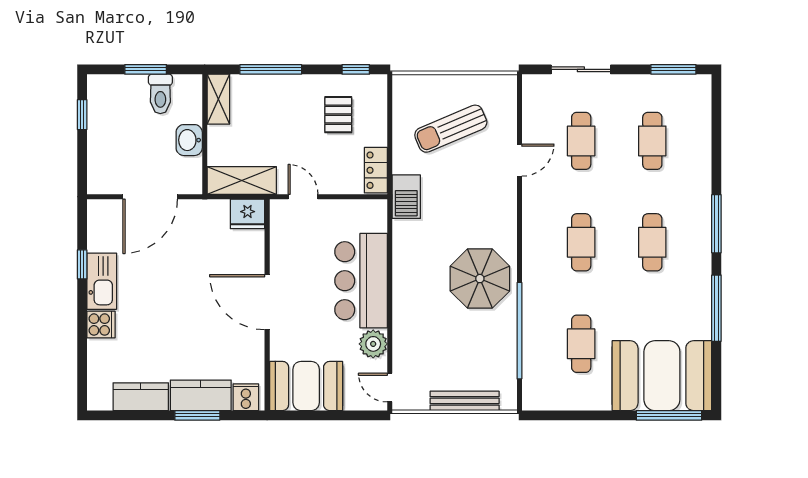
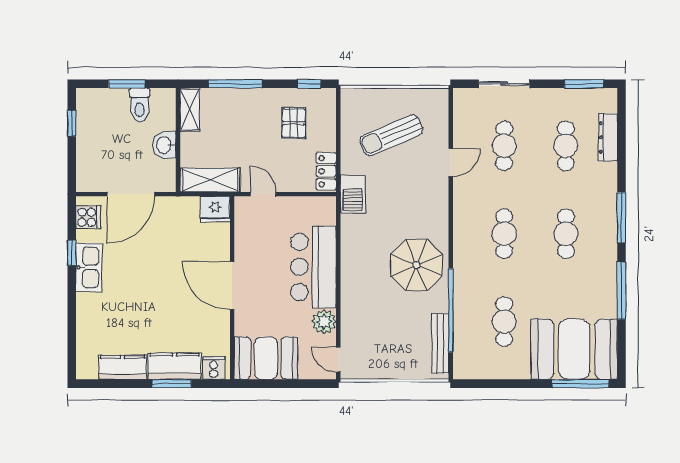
dresser: (701, 131) -> (608, 137), added
cooker: (101, 325) -> (88, 217), moved
bench: (465, 401) -> (440, 344), moved, turned 90

